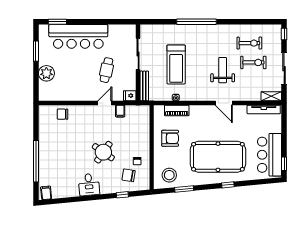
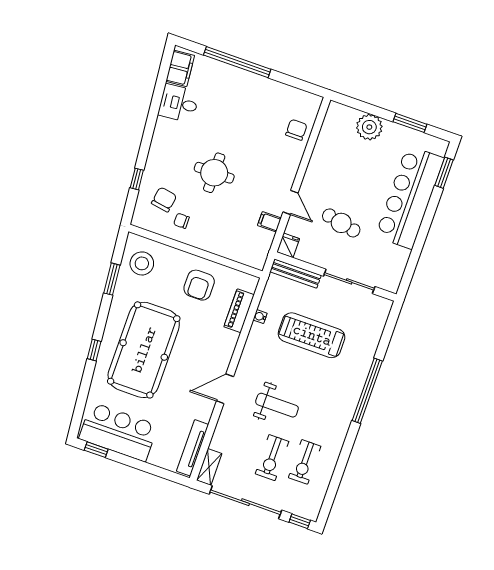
sliding door: (284, 69) -> (245, 502), width x1.36
round table: (103, 152) -> (214, 173), turned -35
desk: (89, 185) -> (179, 103), moved
filing cabinet: (46, 193) -> (180, 68), width x2.00

